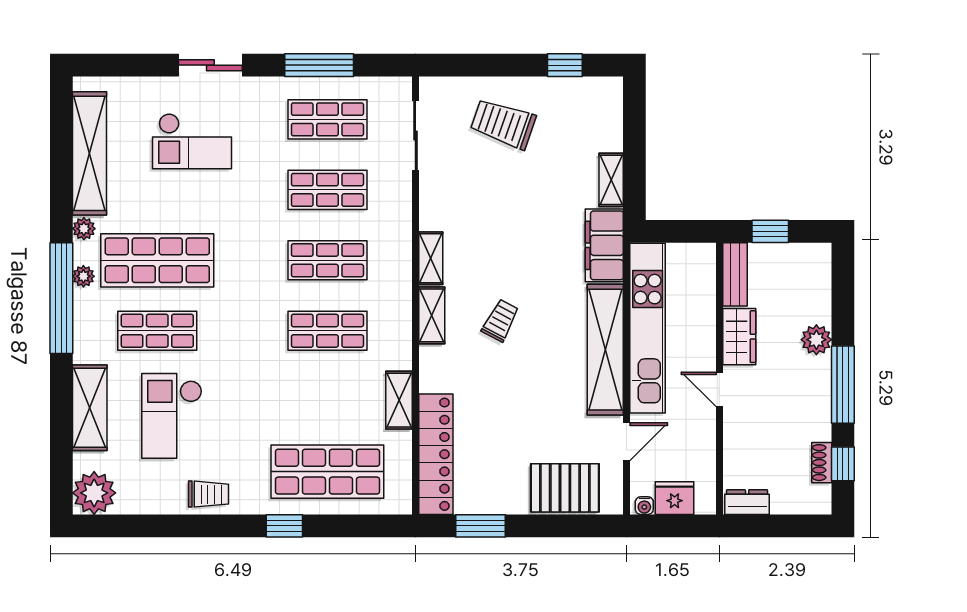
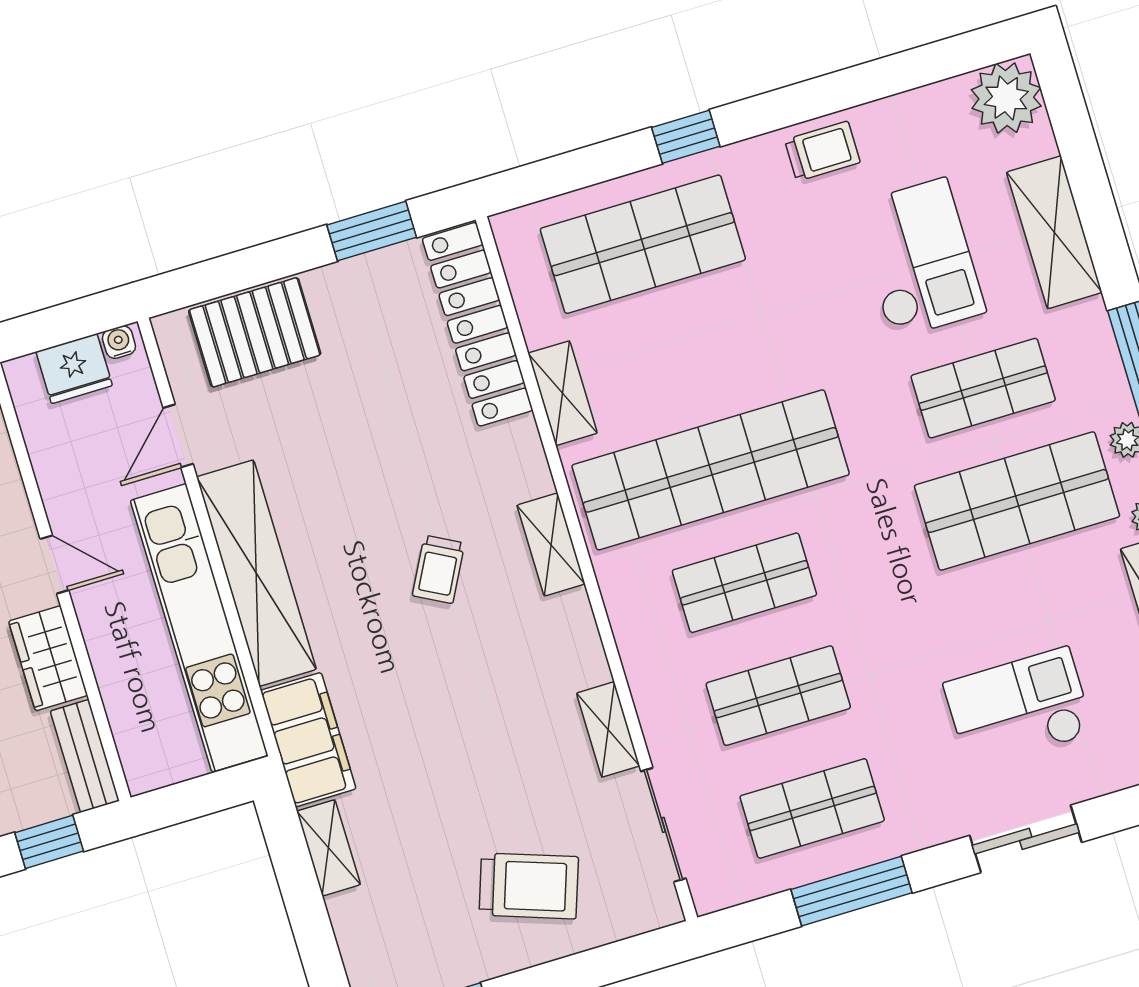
shelving: (431, 258) -> (608, 729), moved
shop shelf: (327, 331) -> (711, 470), width x2.00, depth x1.36
trolley: (209, 494) -> (822, 151), turned 180

